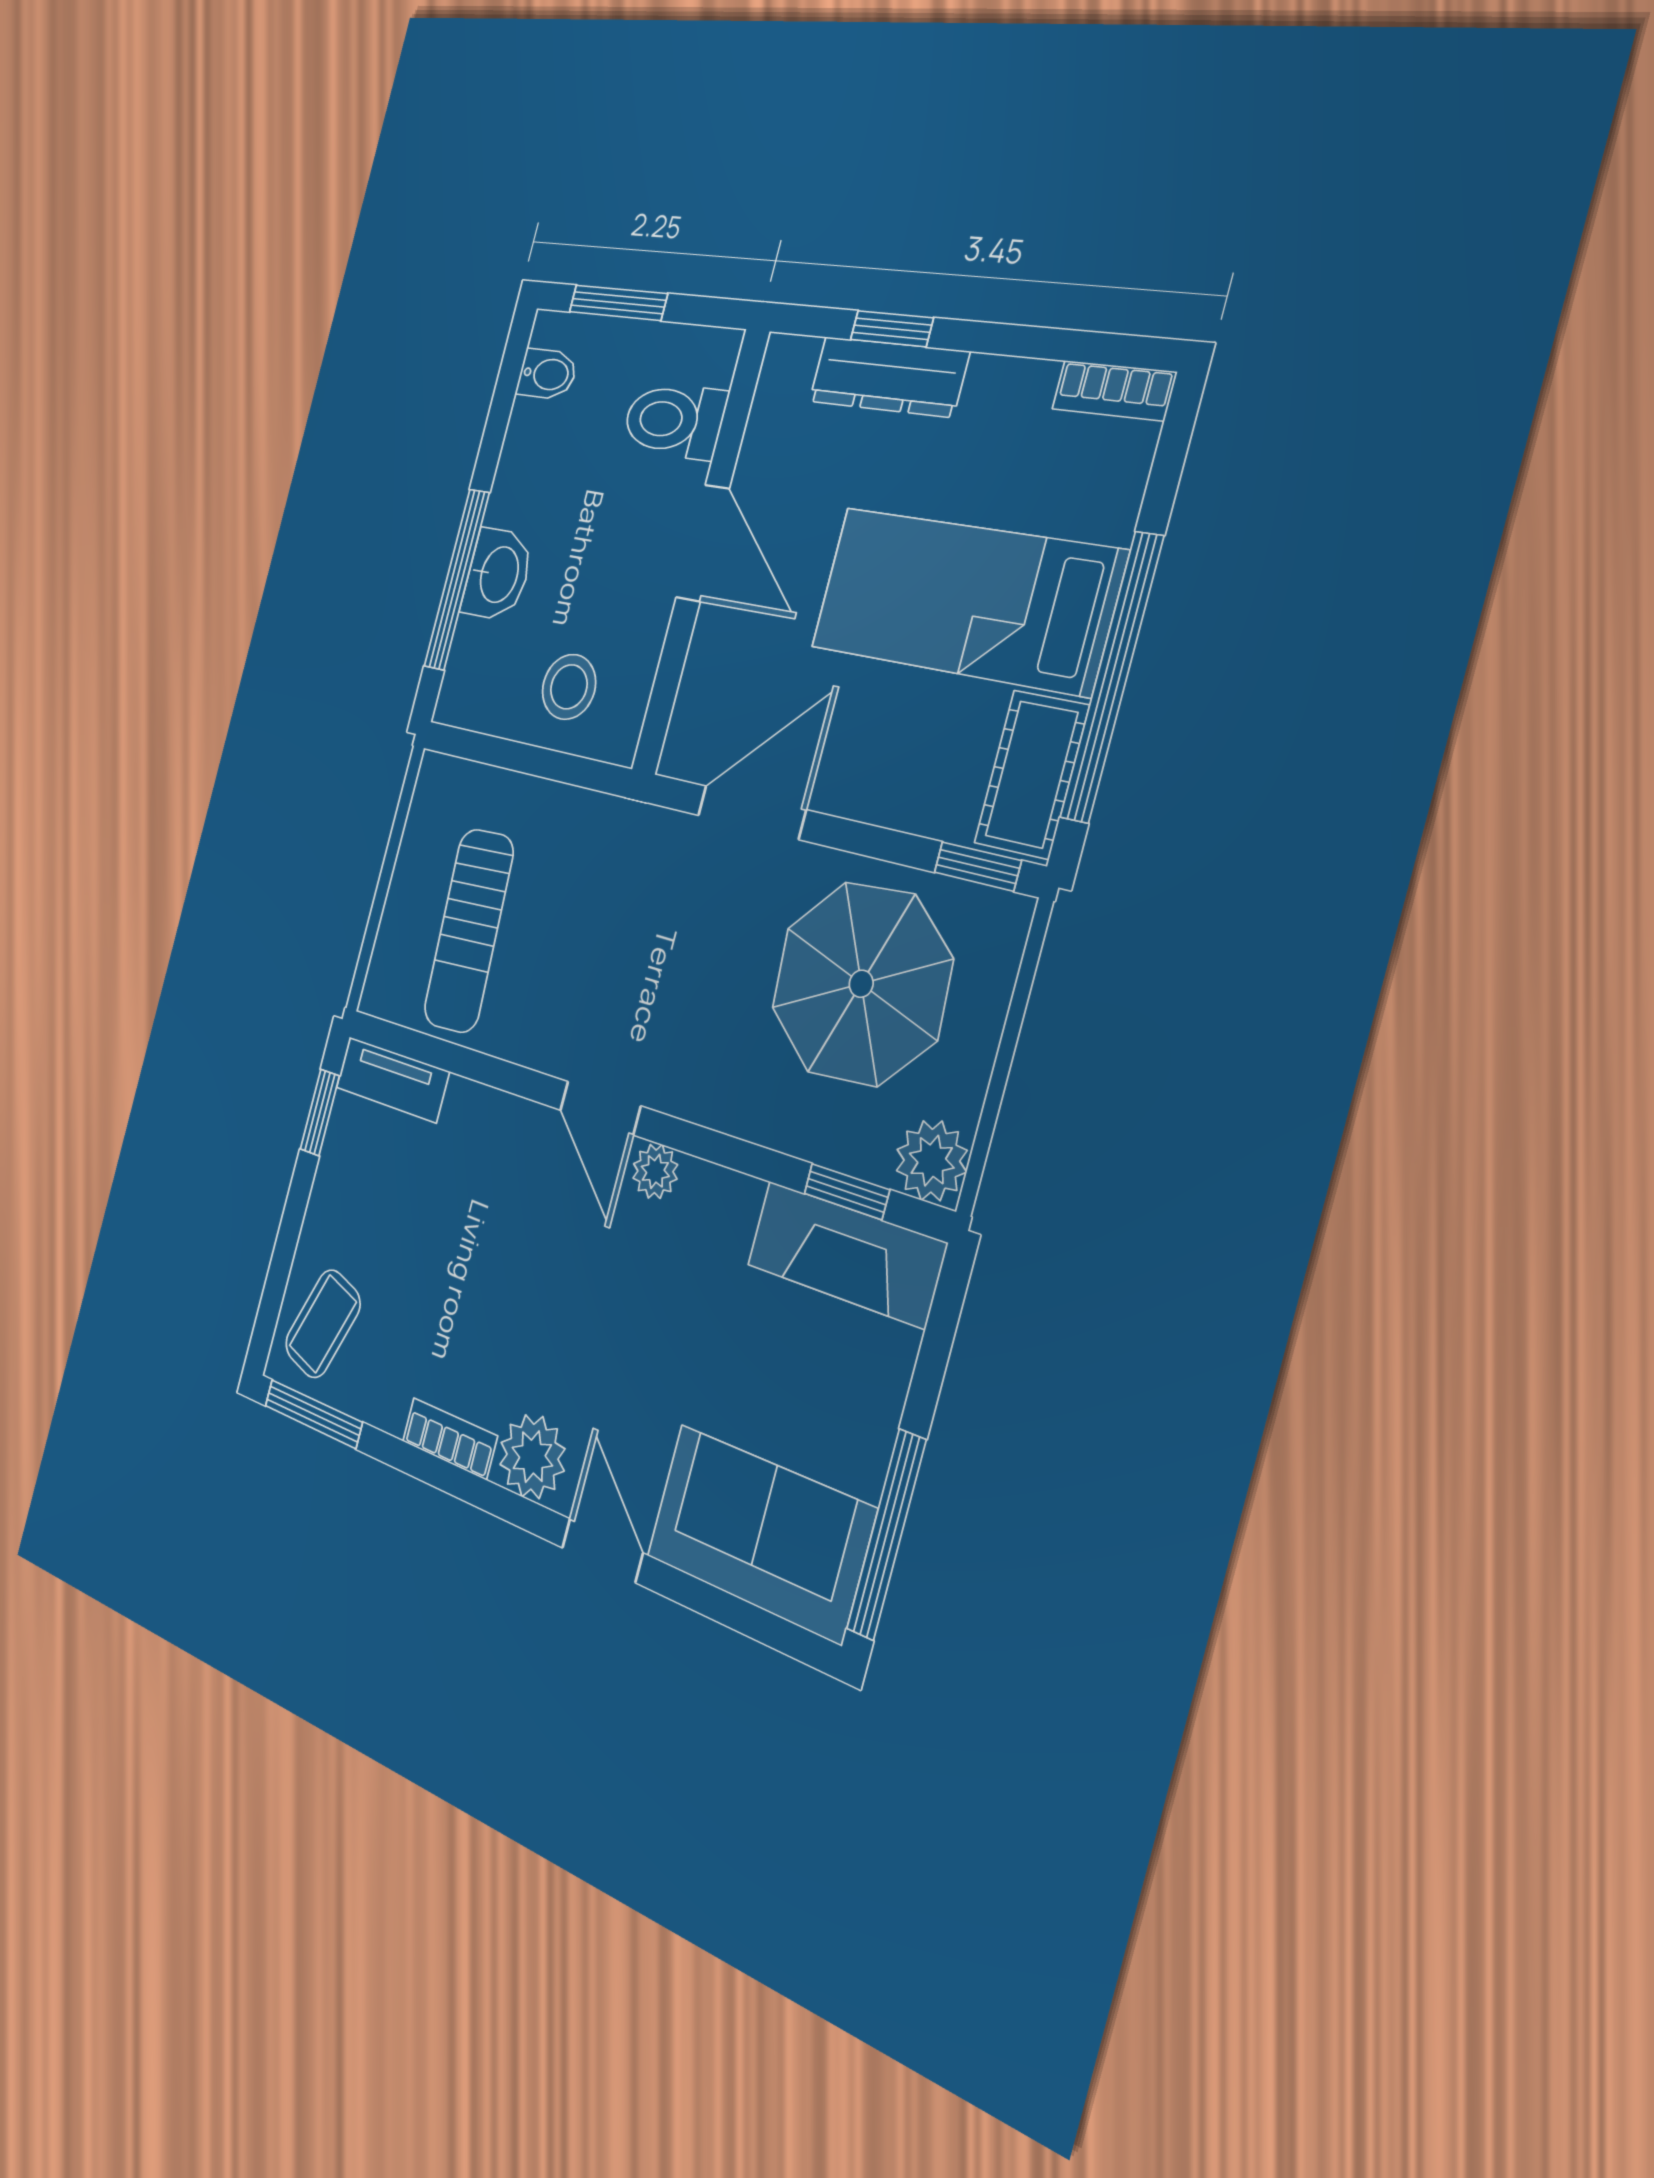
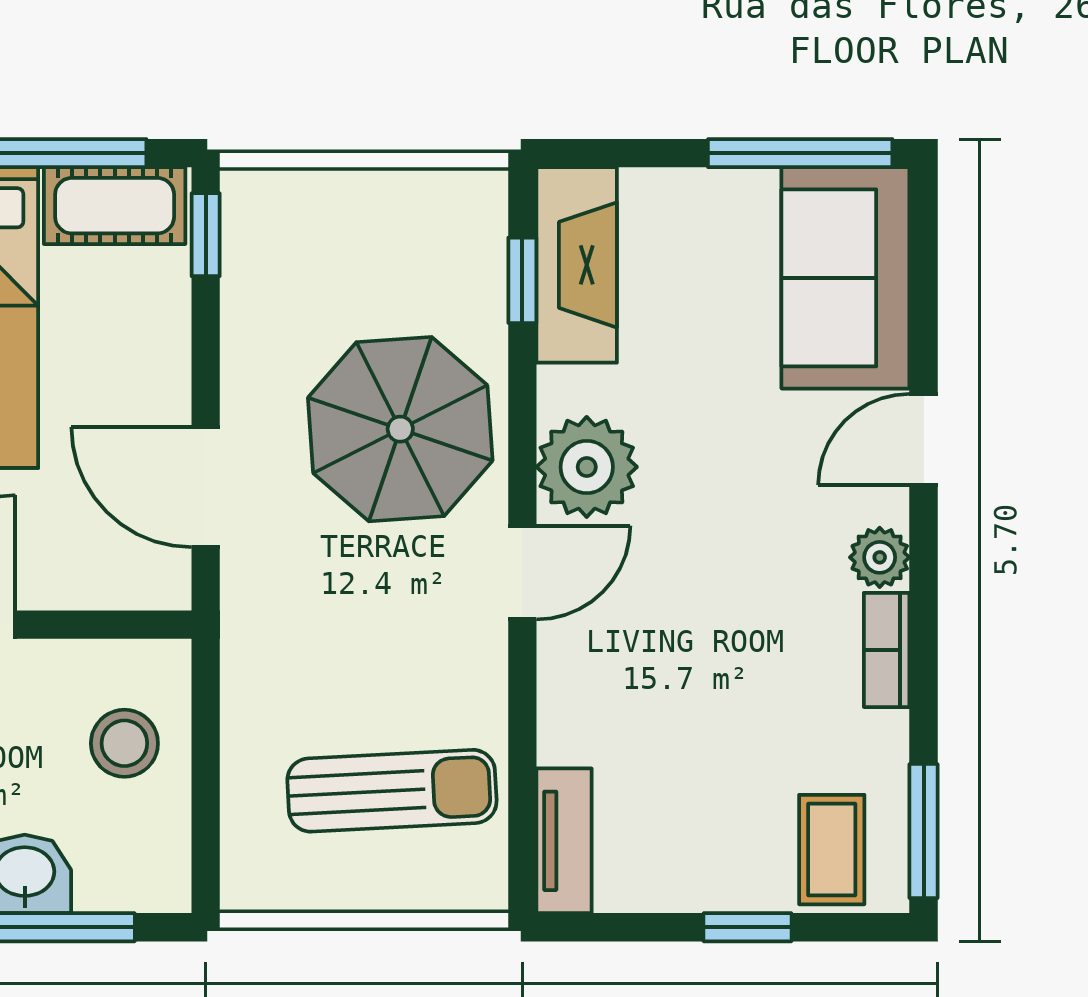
parasol: (861, 984) -> (400, 429), moved
window: (320, 1112) -> (747, 927), moved
plant: (932, 1161) -> (471, 204), removed
plant: (655, 1171) -> (587, 467), width x1.87, depth x1.87
coffee table: (323, 1324) -> (832, 850), turned 71
plant: (532, 1457) -> (880, 557), width x0.73, depth x0.73

